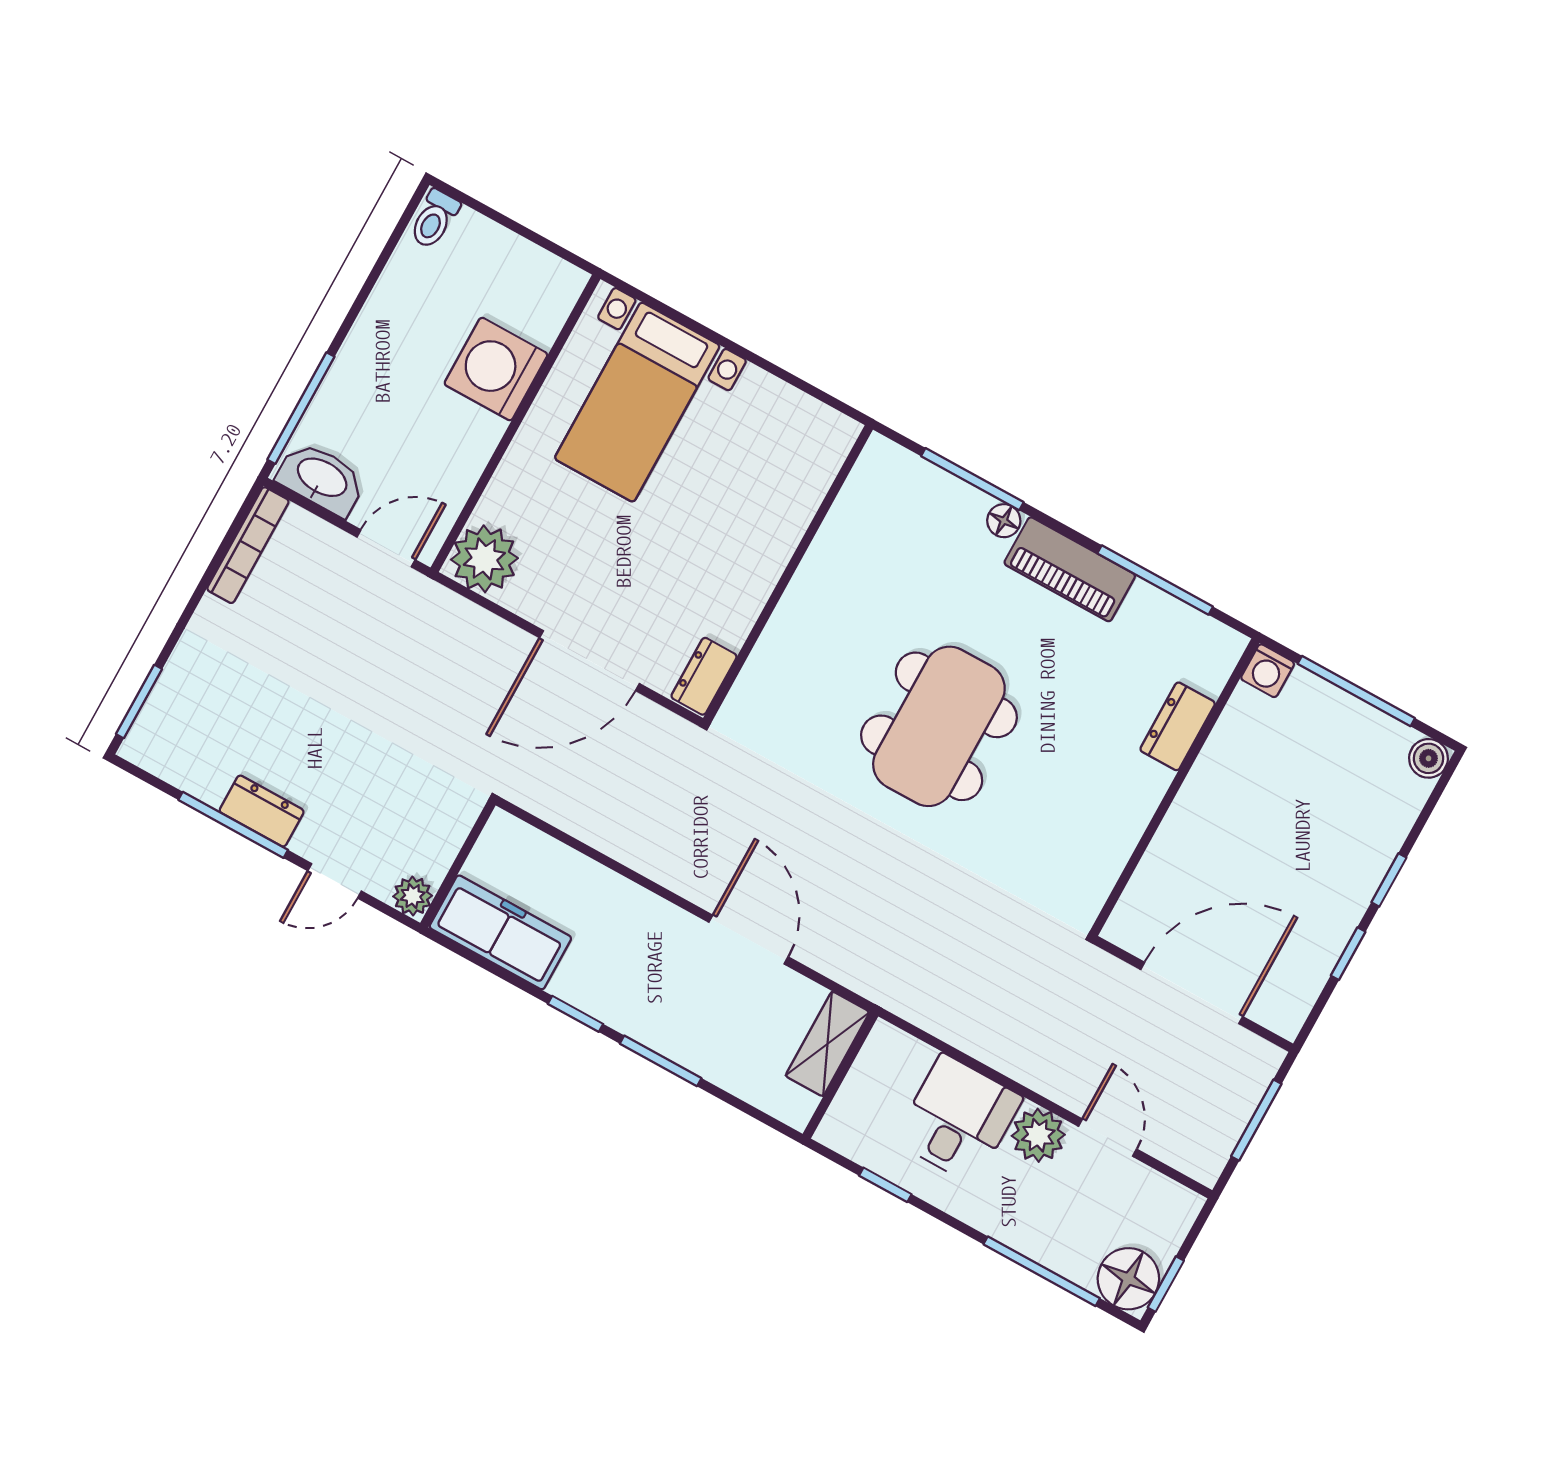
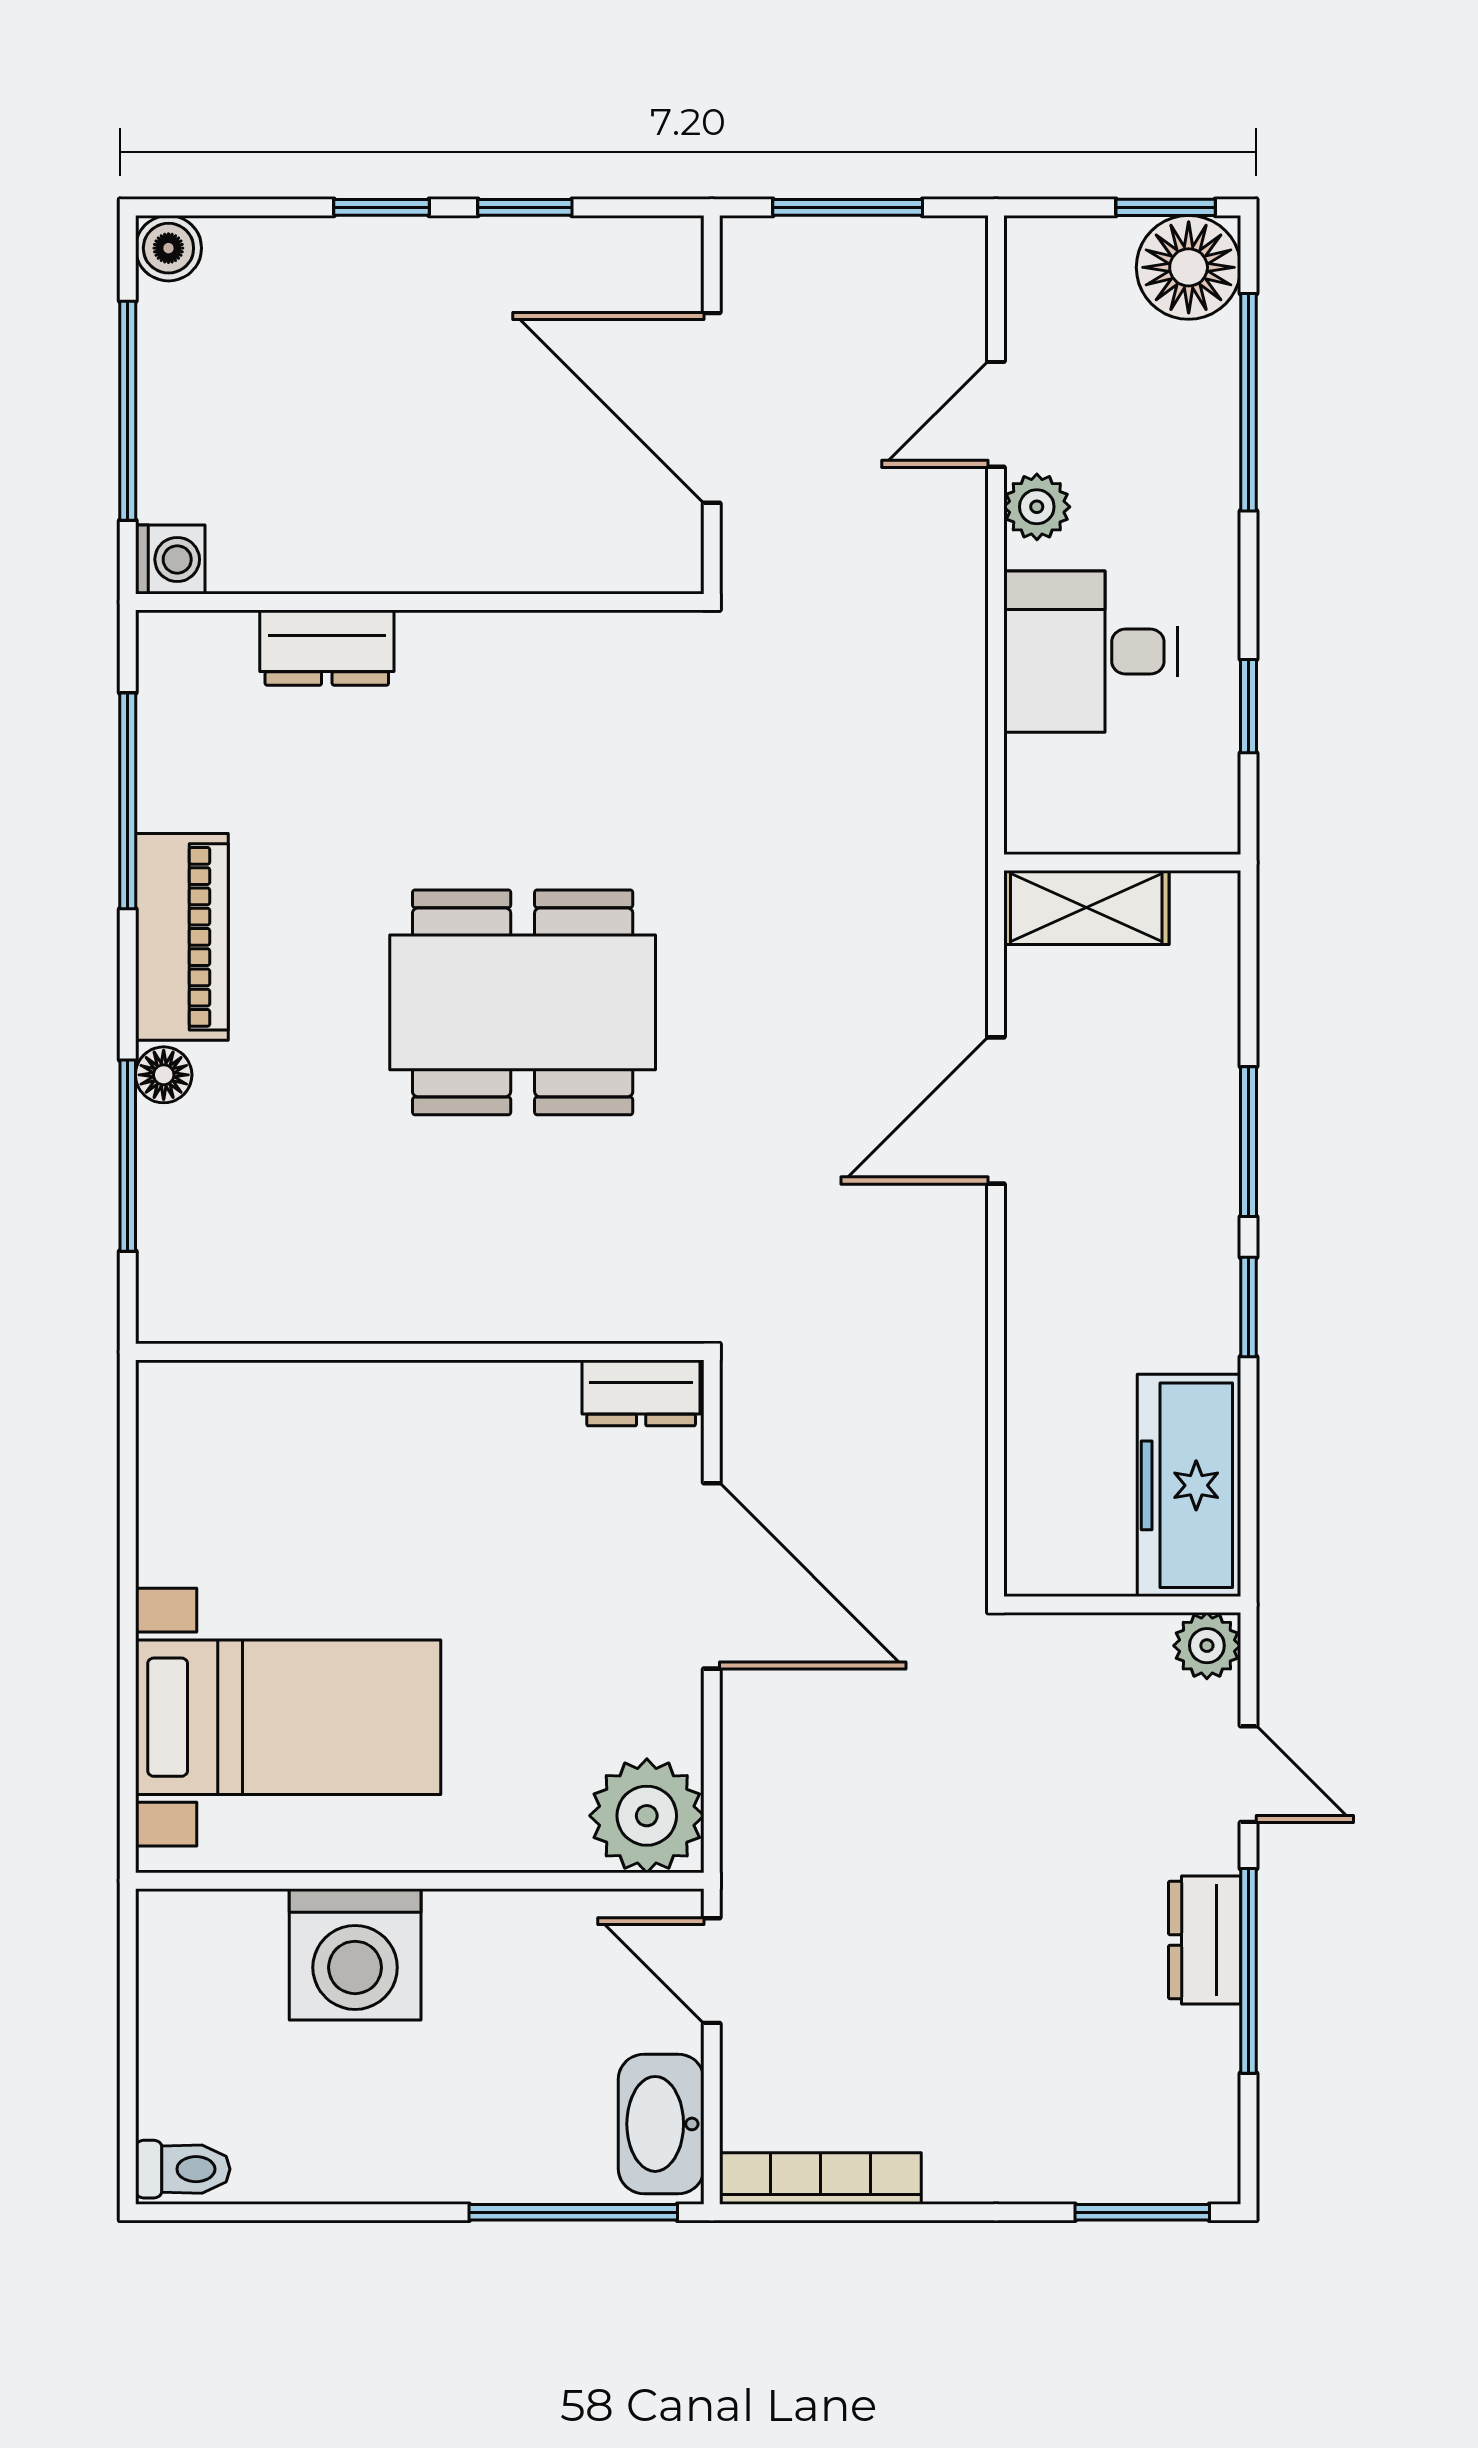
plant: (1038, 1135) -> (1037, 507), width x0.73, depth x0.73

